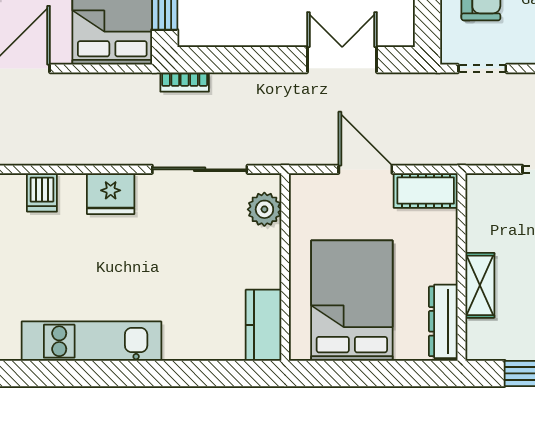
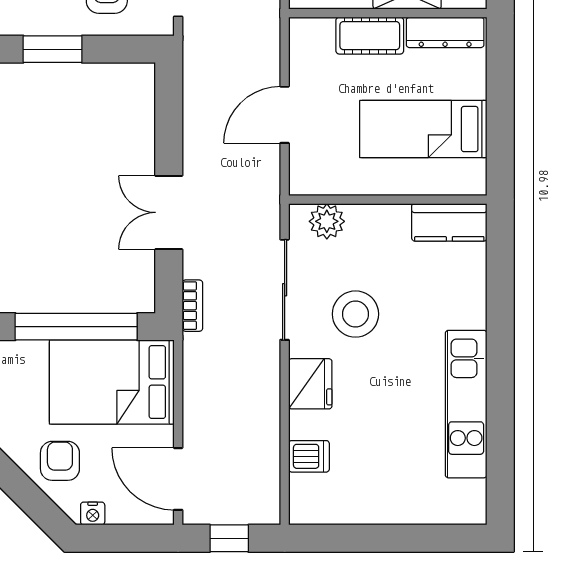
double door: (342, 60) -> (169, 212), moved
cot: (426, 191) -> (370, 36), moved, turned 90
stool: (177, 236) -> (355, 314), added
bed: (352, 301) -> (423, 129), width x0.67

